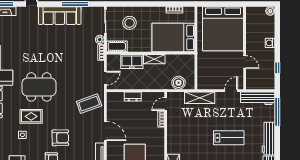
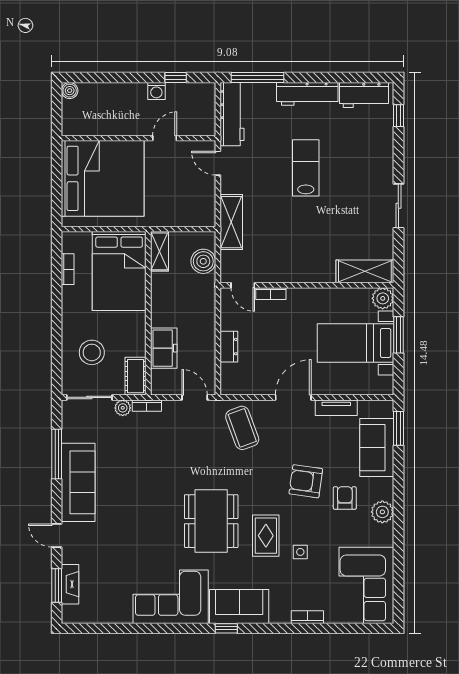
washing machine: (270, 43) -> (156, 91), moved
shelving: (154, 59) -> (159, 251), moved
armchair: (60, 138) -> (306, 481), turned -81

